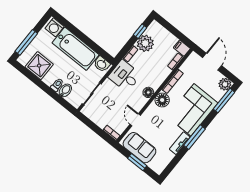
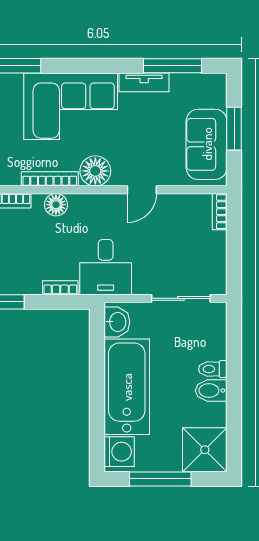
window: (26, 42) -> (160, 479), moved
plant: (145, 43) -> (23, 277), removed
shower: (39, 66) -> (205, 450), moved
bidet: (65, 90) -> (211, 391), moved
floor lamp: (148, 92) -> (56, 205), moved
door: (135, 120) -> (142, 190), moved
window: (195, 137) -> (173, 66), moved

